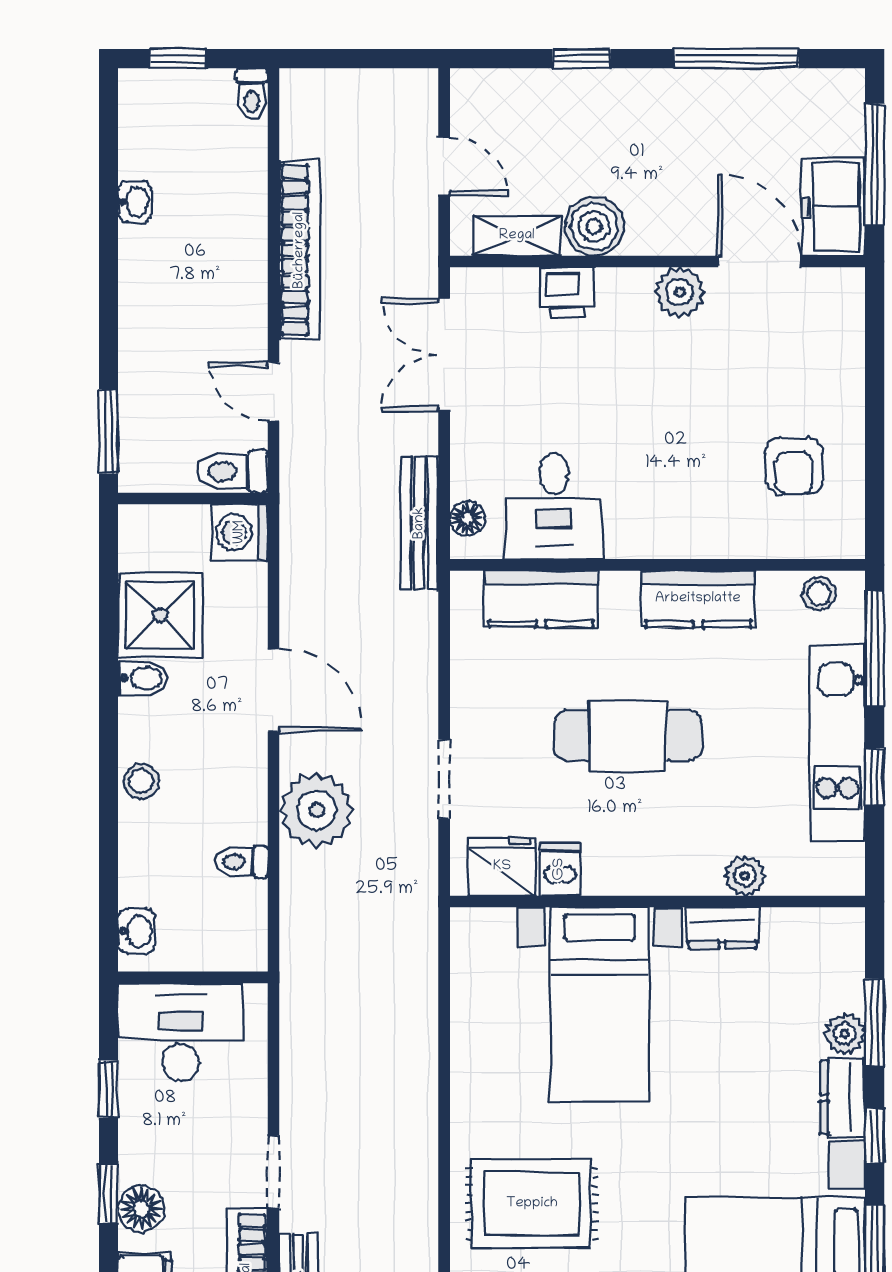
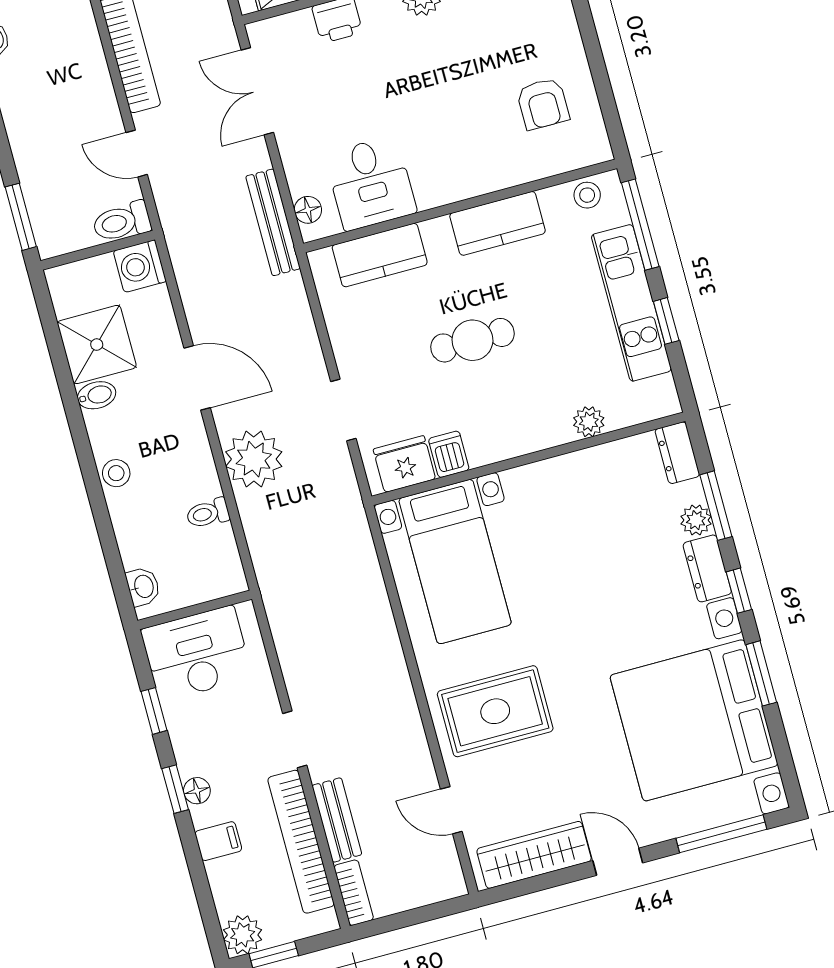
cafe table: (628, 736) -> (472, 340), width x0.73, depth x0.74
dresser: (722, 928) -> (677, 453), moved, turned 90
bed with nightstands: (600, 1004) -> (455, 562), moved
floor lamp: (141, 1209) -> (197, 791), width x0.73, depth x0.73

